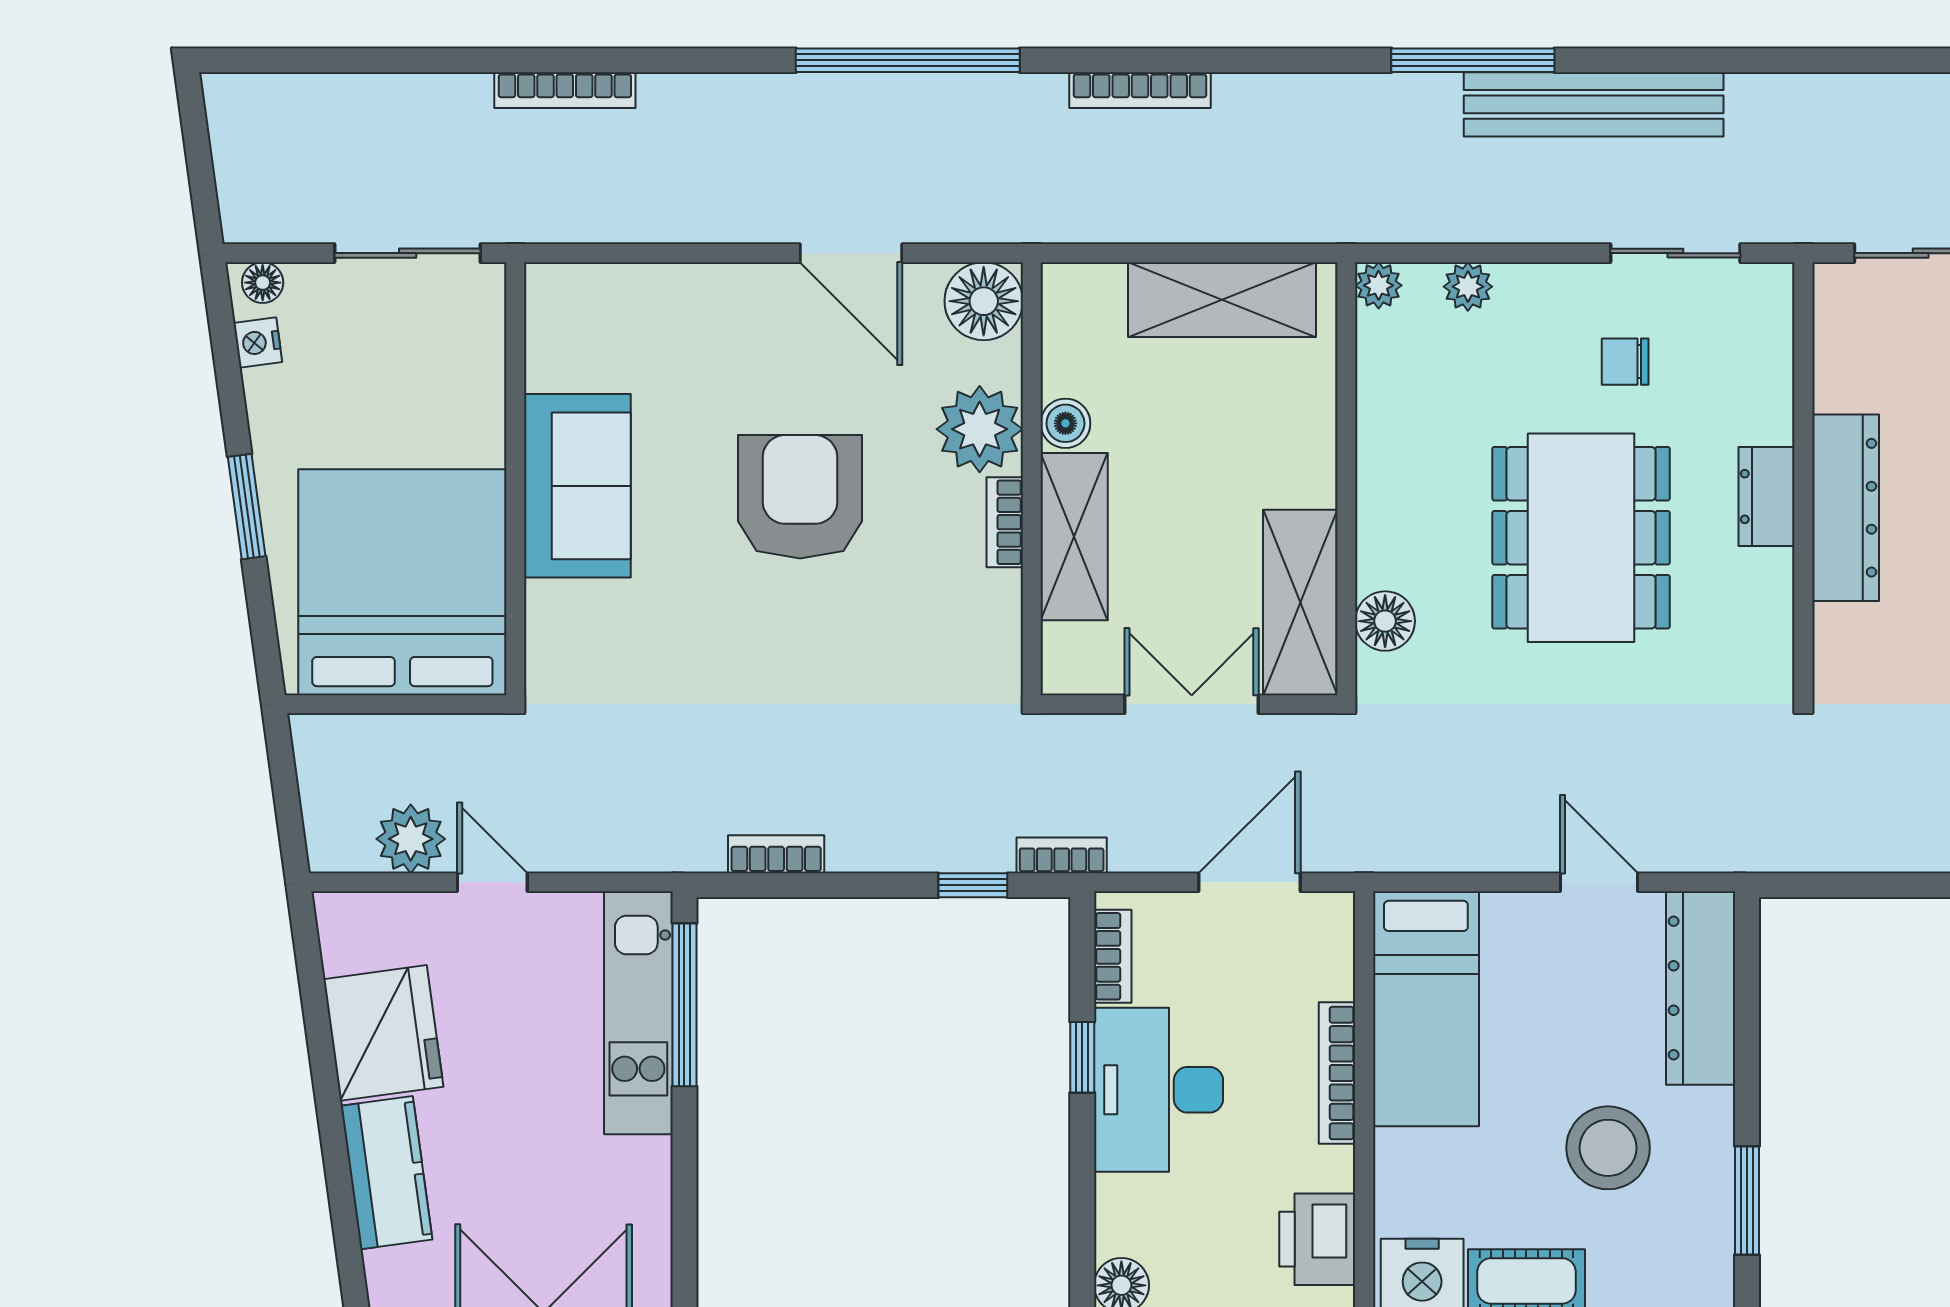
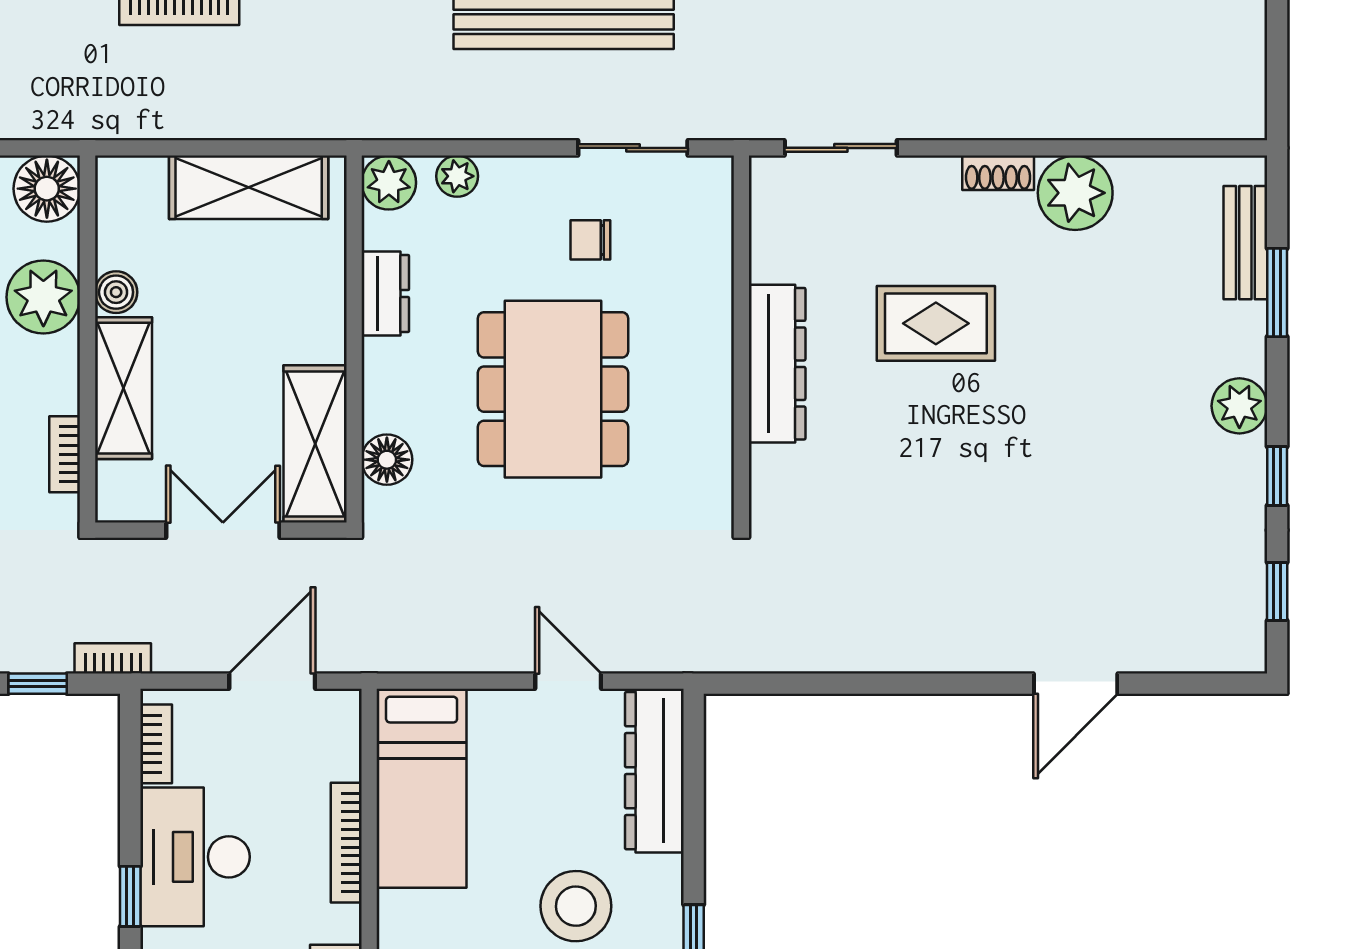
plant: (1379, 285) -> (389, 183), width x1.38, depth x1.38
dresser: (1767, 497) -> (385, 294), moved, turned 180
bookcase: (1005, 522) -> (65, 454), moved
window: (1082, 1057) -> (130, 896), moved

